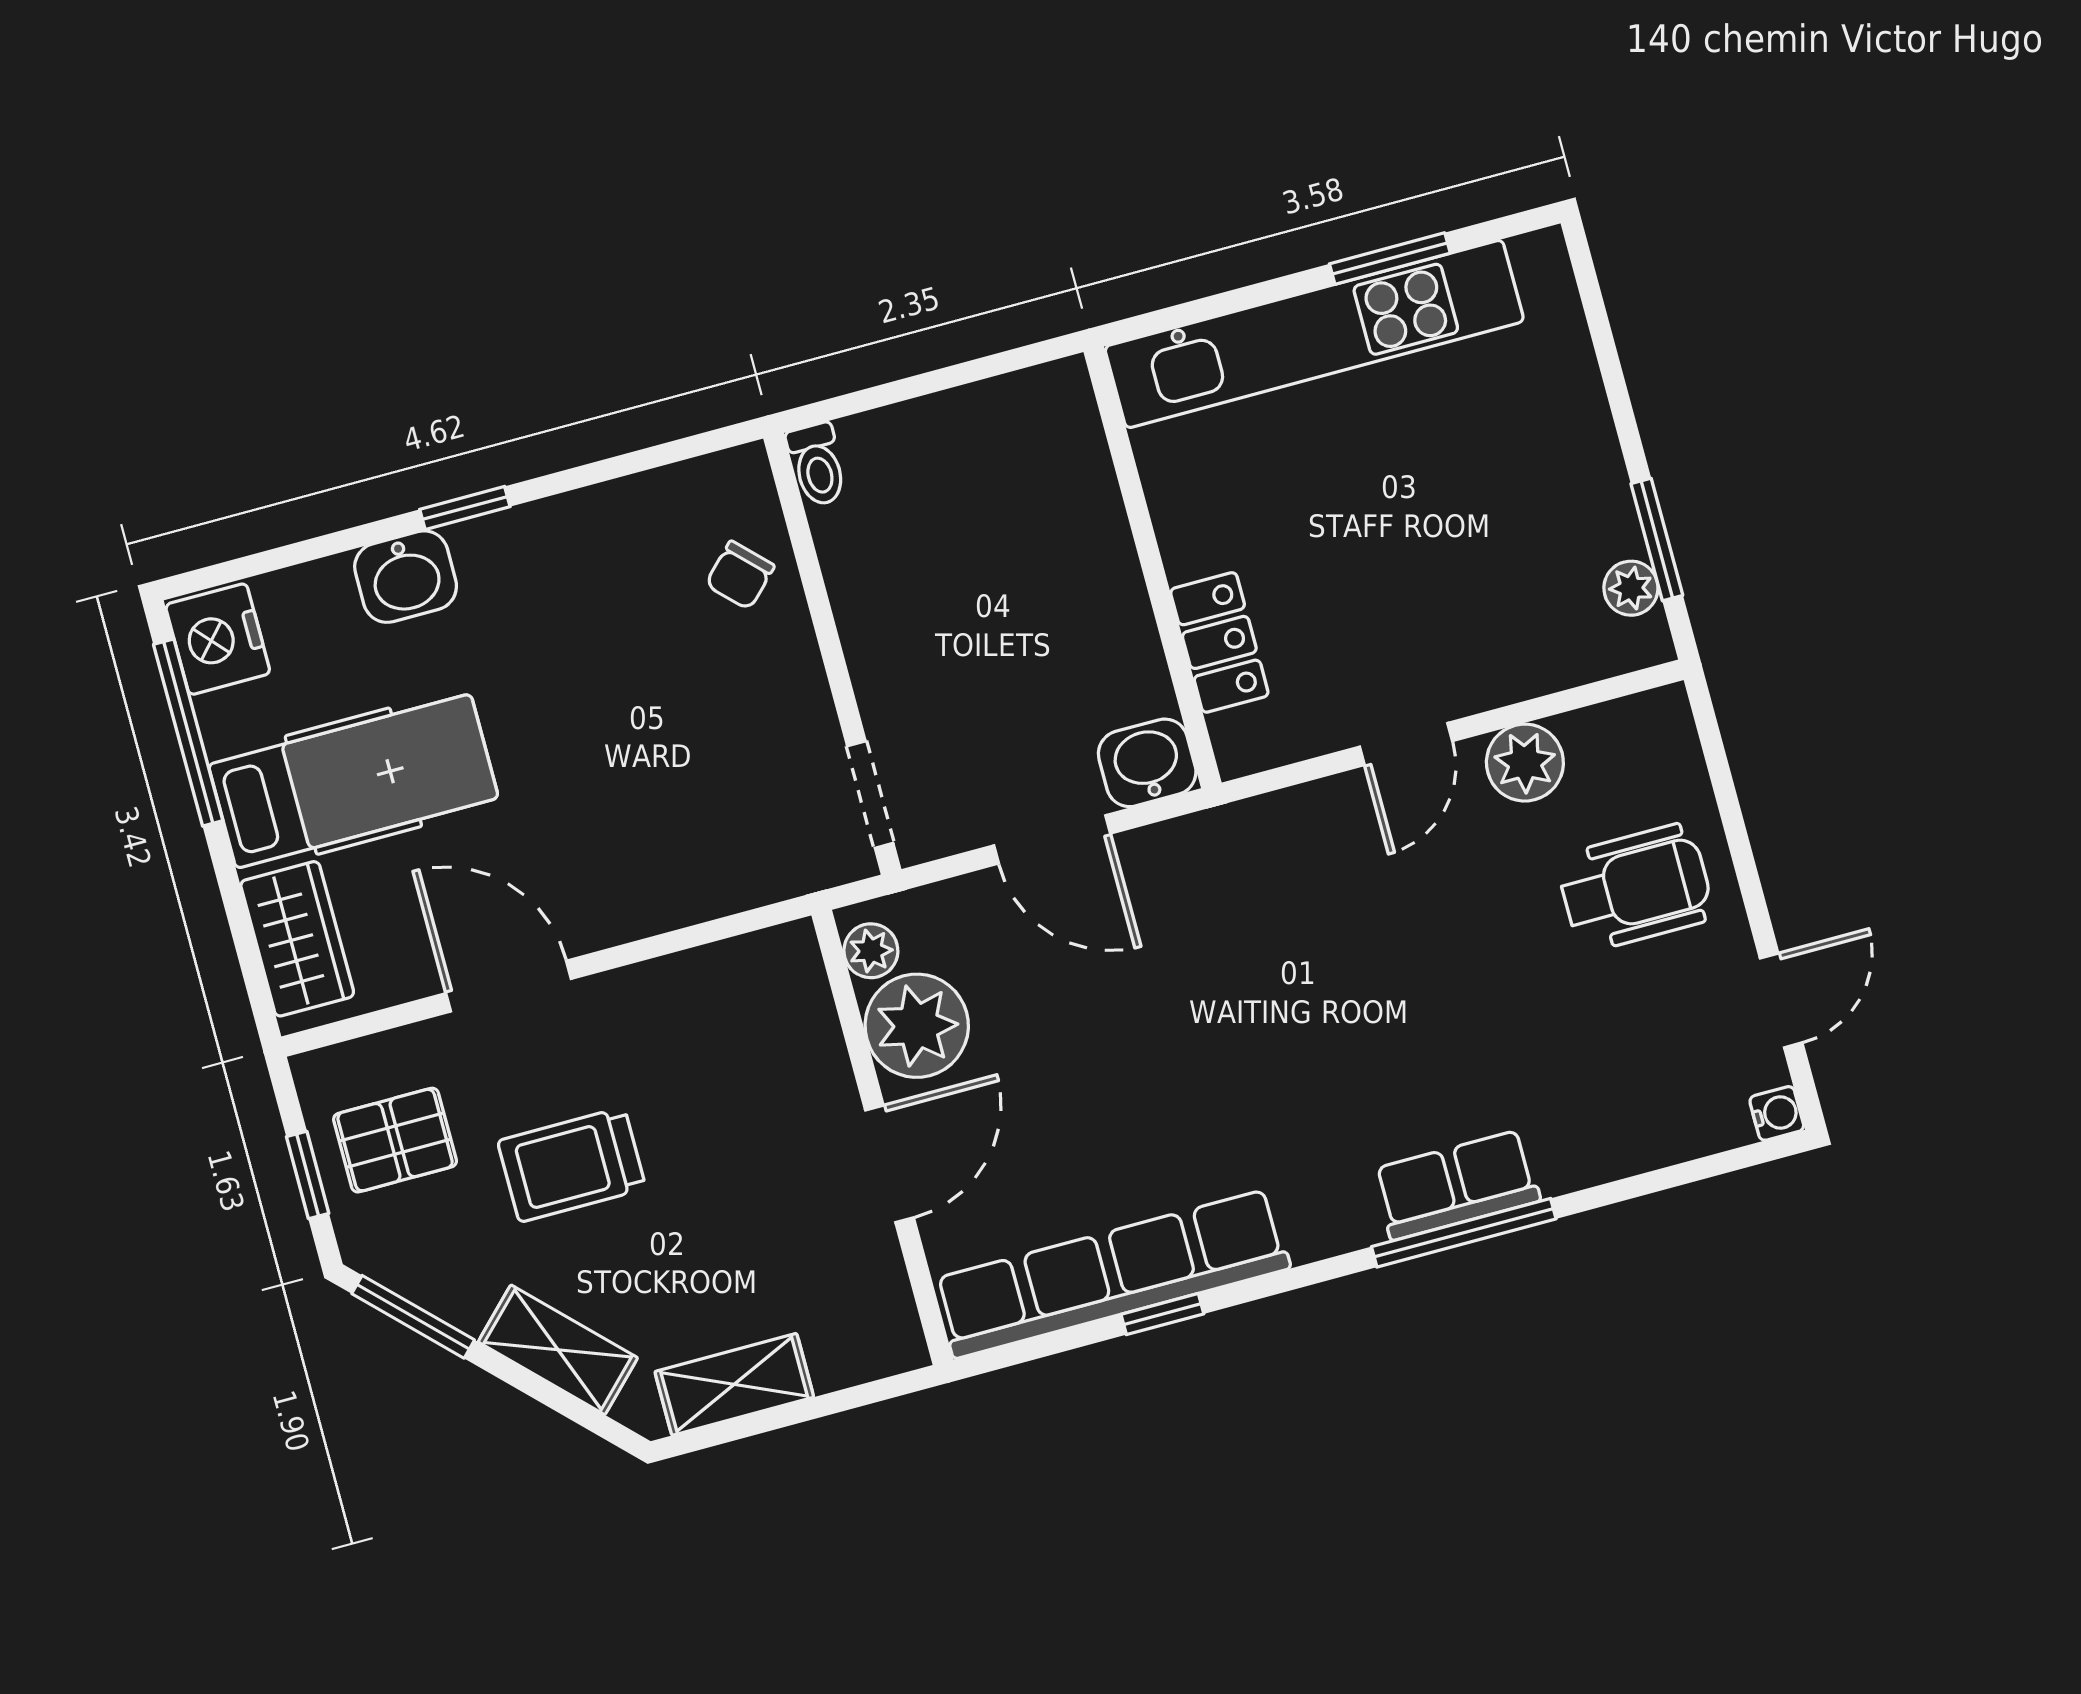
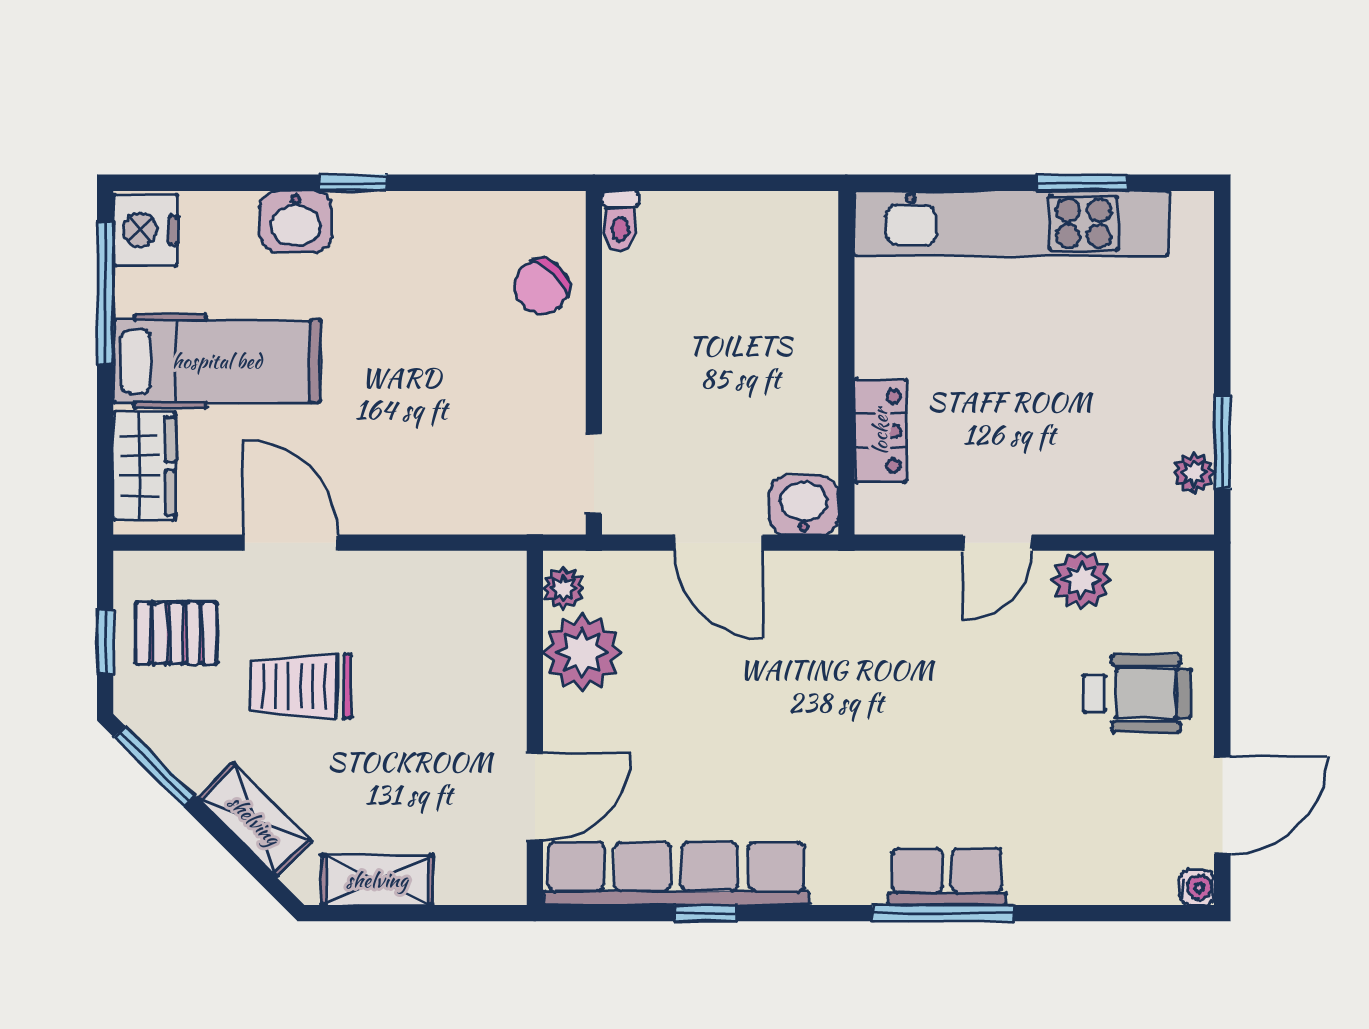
chair: (740, 575) -> (542, 287), width x1.37, depth x1.37
door: (1781, 1000) -> (1222, 805), width x1.38
door: (889, 1164) -> (535, 797), moved

